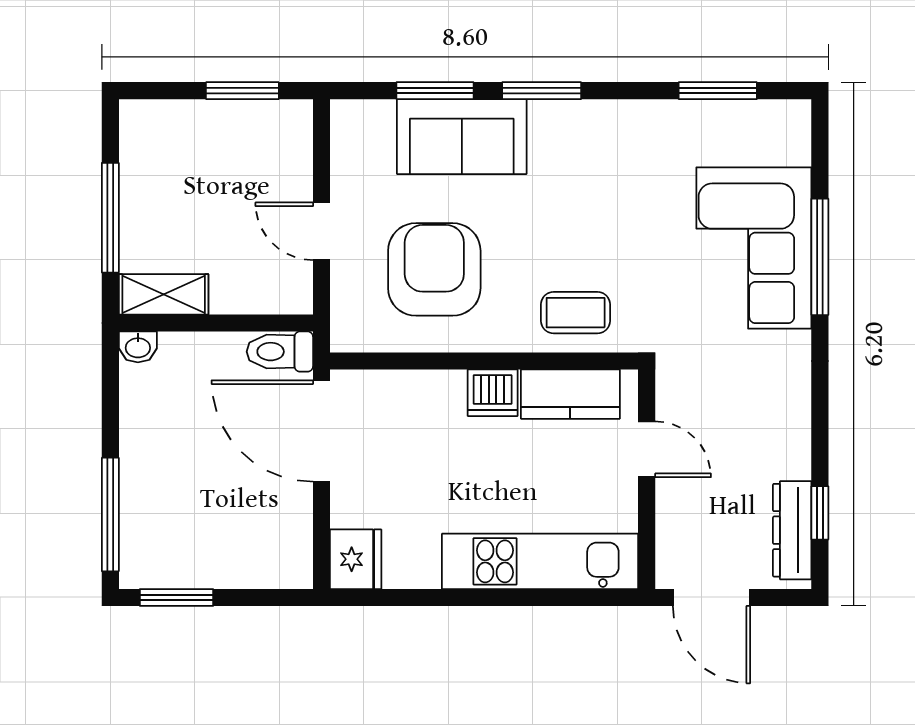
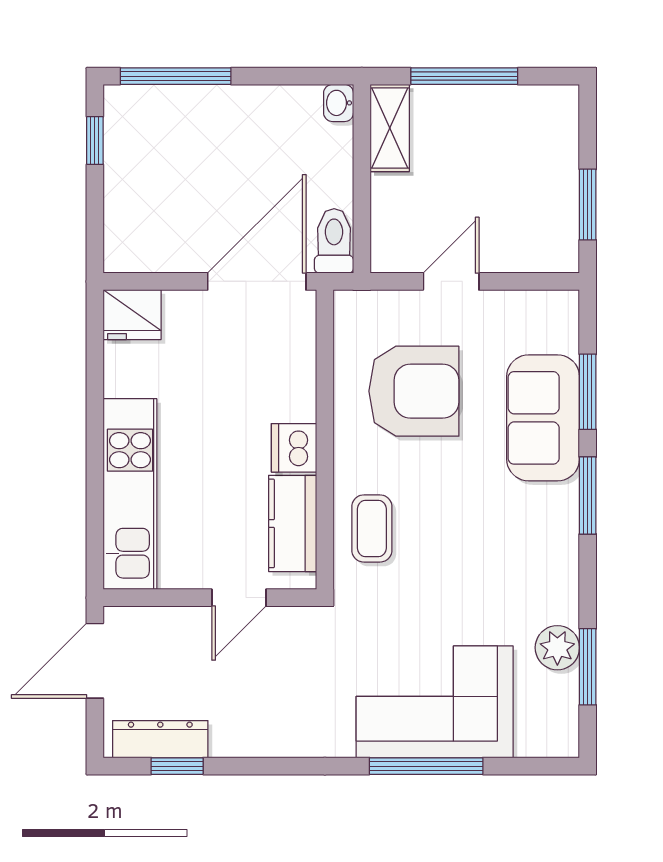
plant: (698, 122) -> (557, 648), added
window: (177, 597) -> (95, 140), width x0.67

